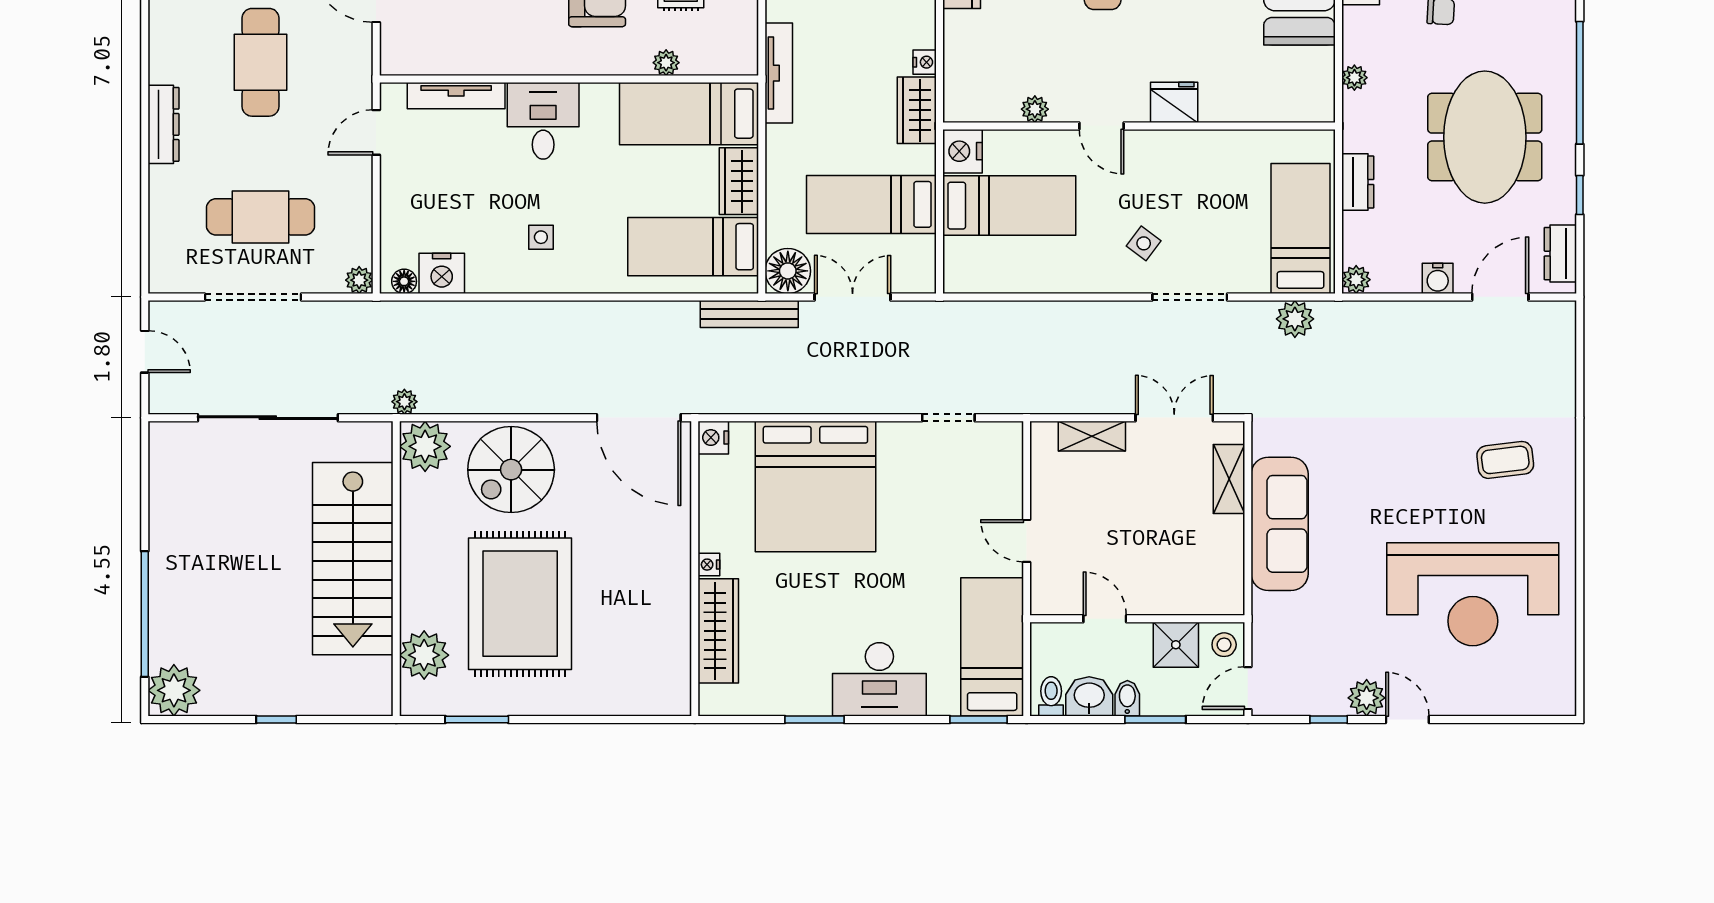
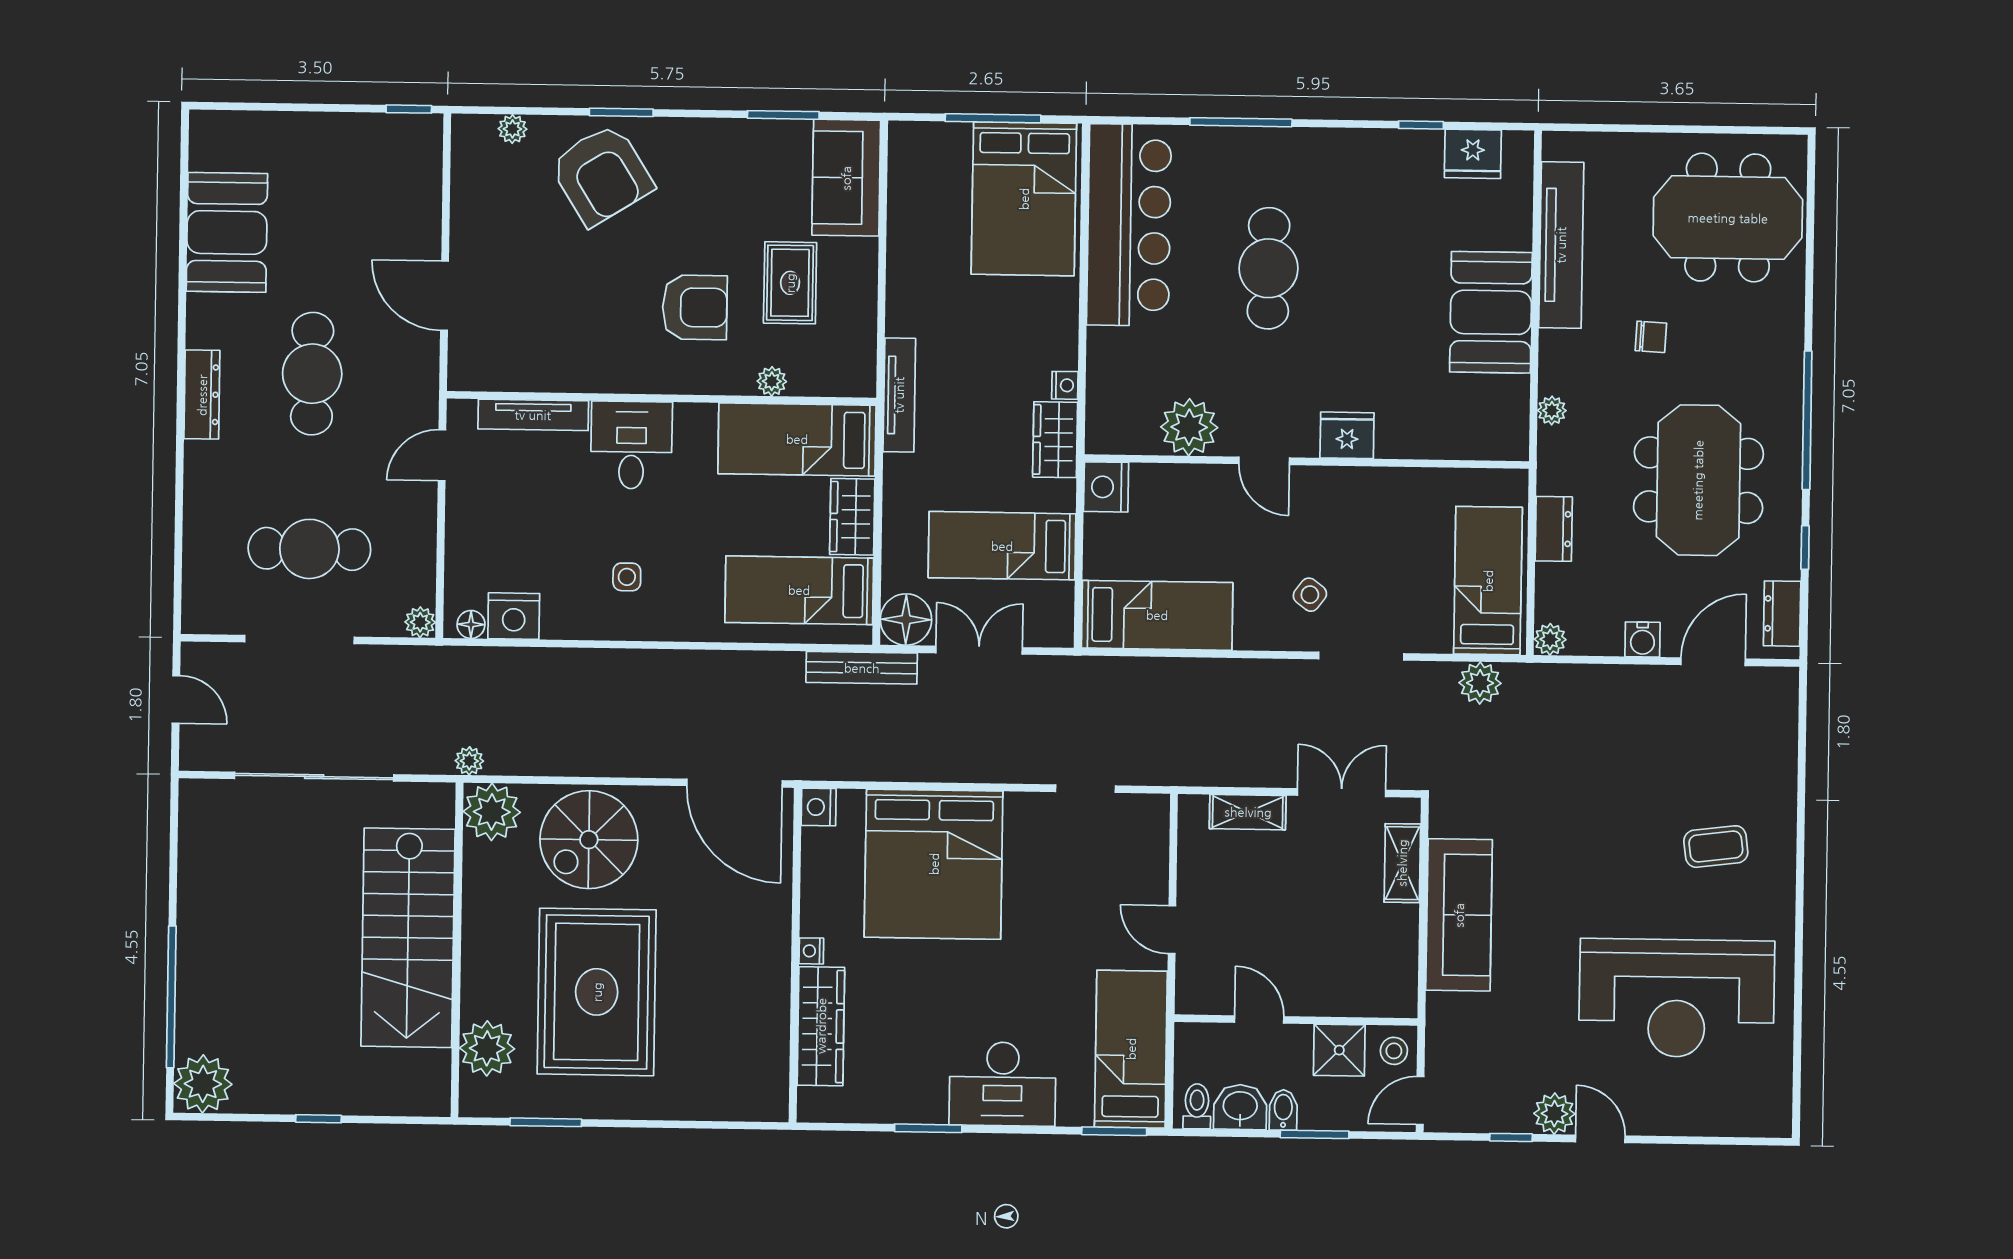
plant: (1035, 109) -> (1189, 427), width x1.88, depth x1.88
dresser: (164, 124) -> (202, 395), moved
bed: (1009, 206) -> (1157, 615), moved

